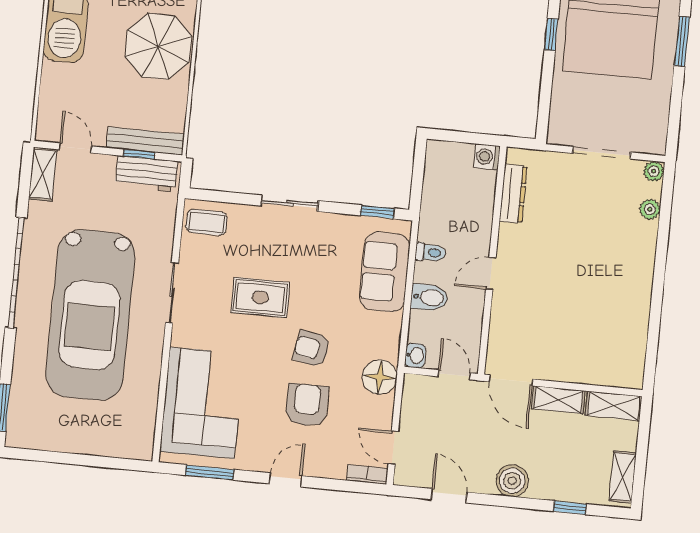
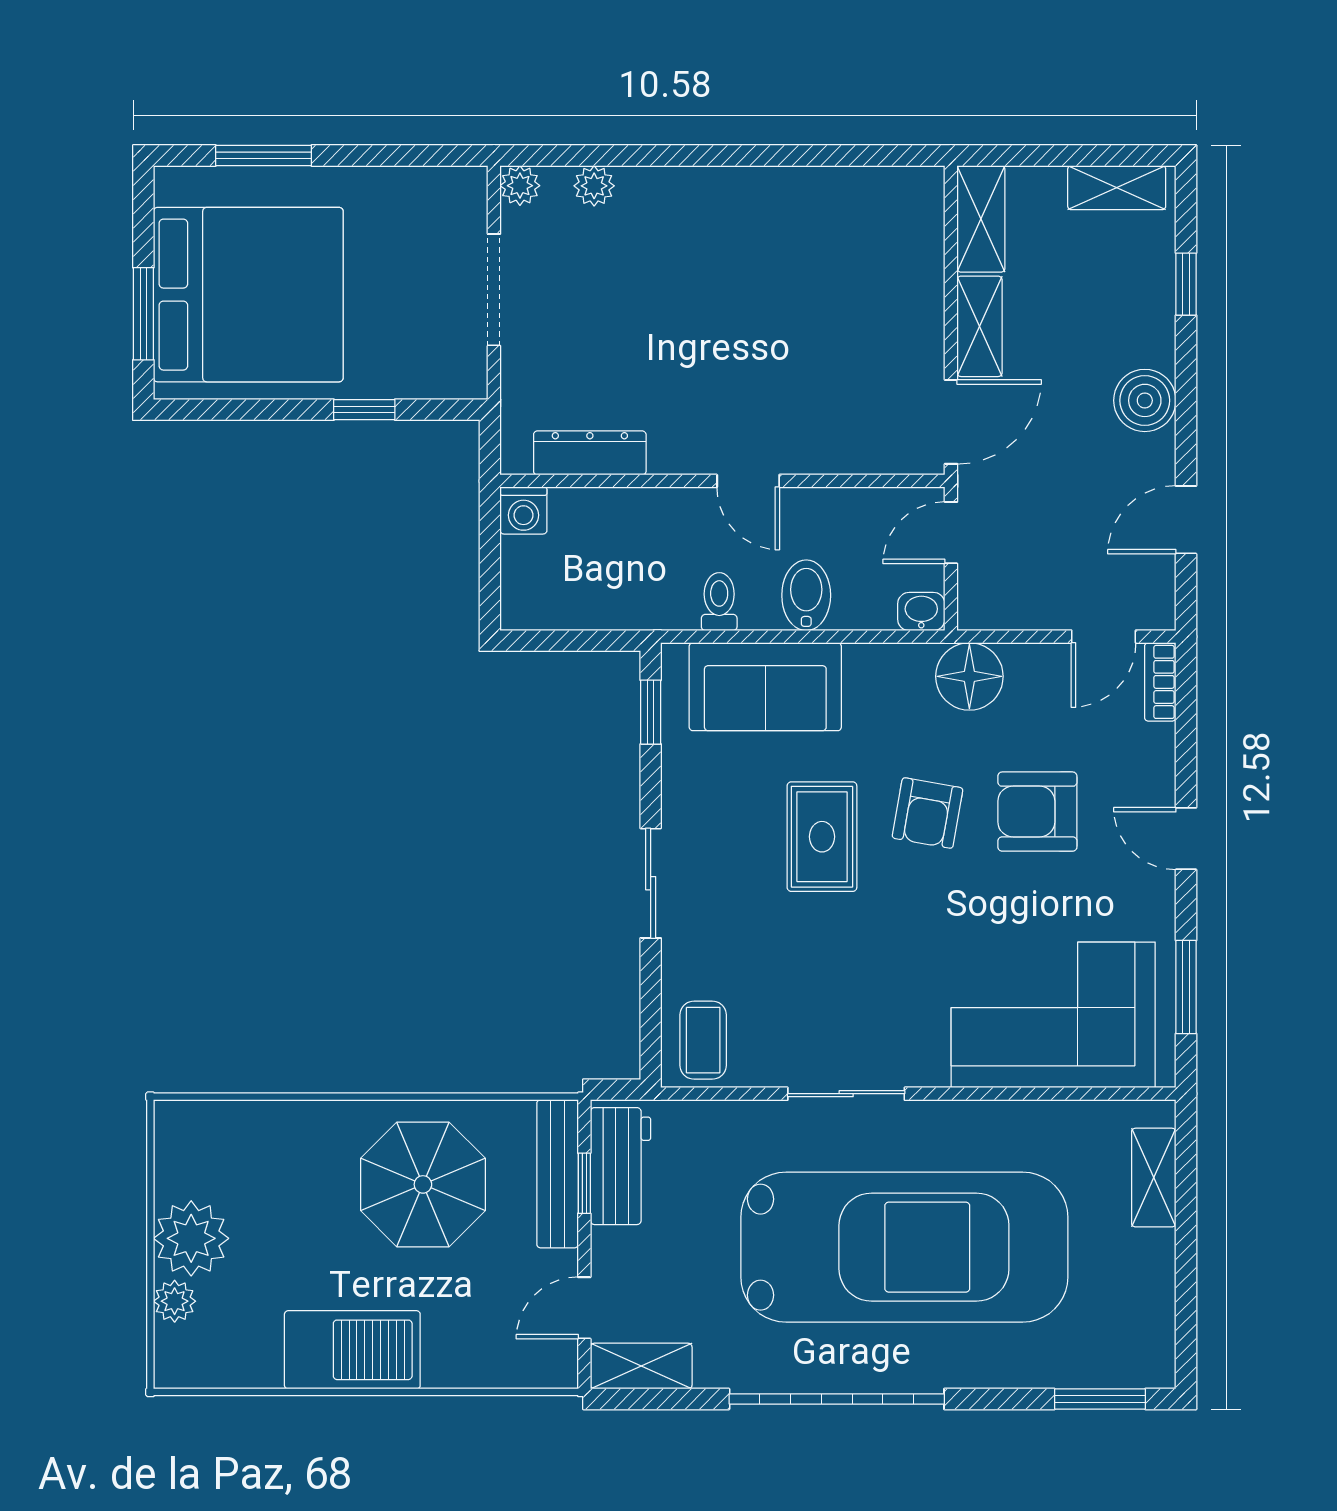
window: (551, 34) -> (364, 410), moved
parasol: (158, 46) -> (423, 1184), moved
rug: (260, 297) -> (822, 837), moved
shelving: (114, 446) -> (1154, 1178), added

